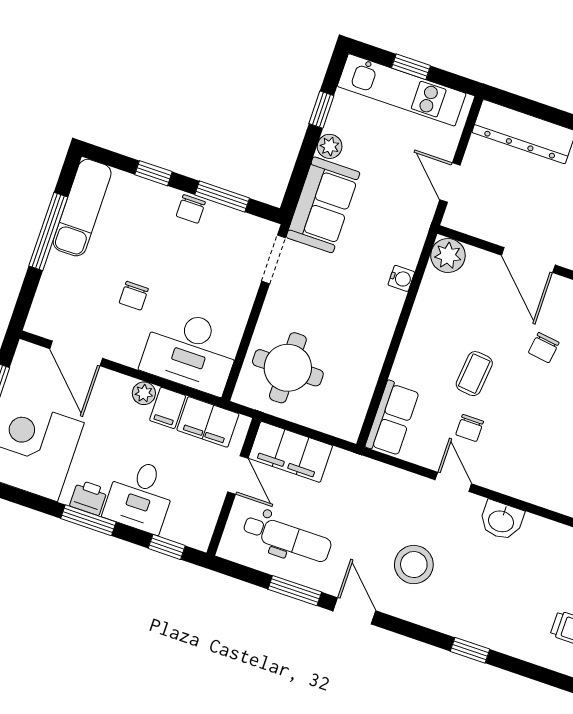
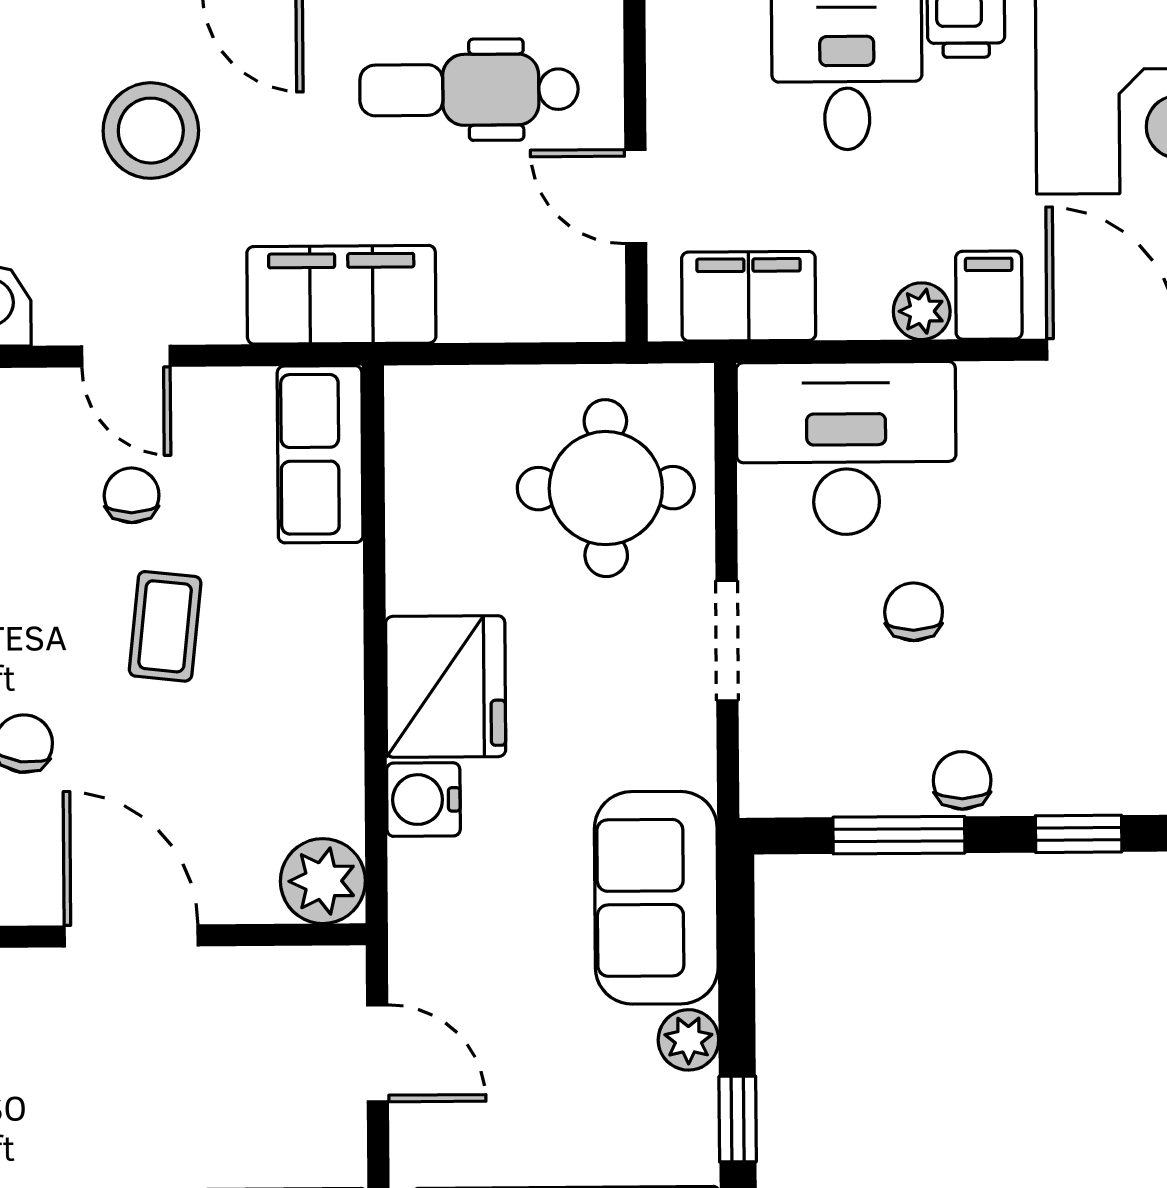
doorway: (274, 259) -> (727, 641), moved
water cooler: (401, 278) -> (423, 800), width x1.38, depth x1.38
chair: (134, 296) -> (914, 612), moved
fridge: (375, 313) -> (446, 686), added
filing cabinet: (168, 408) -> (989, 295), moved
filing cabinet: (290, 452) -> (341, 295), moved

